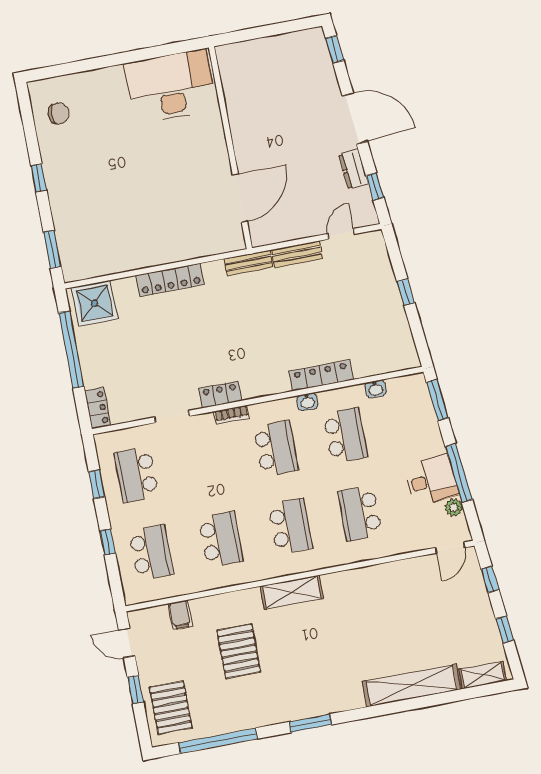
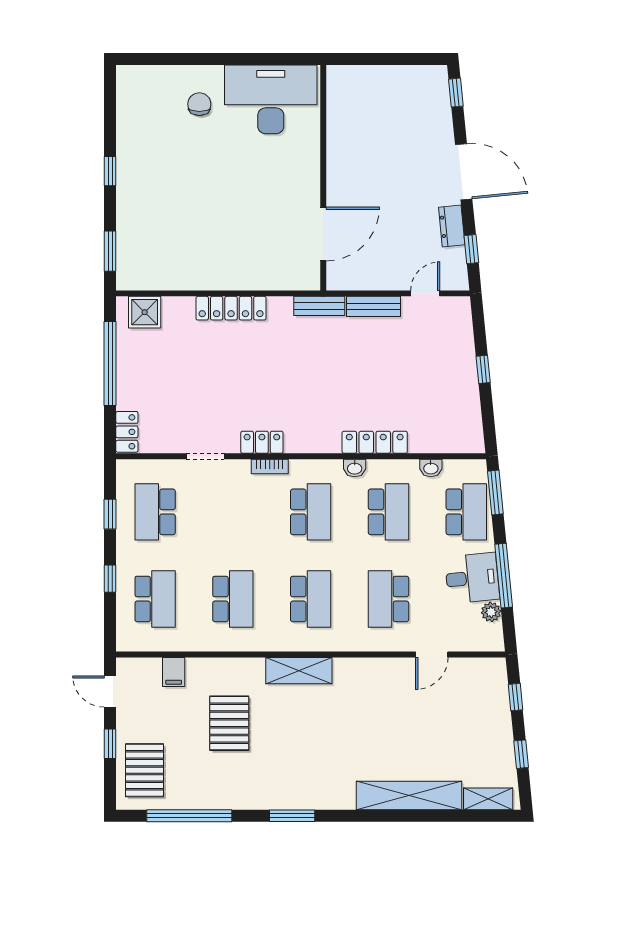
chair: (59, 113) -> (199, 104), moved, turned -90
shower: (94, 303) -> (145, 312), width x0.73, depth x0.73
school desk: (415, 422) -> (466, 512), added
door: (450, 548) -> (432, 655), moved

